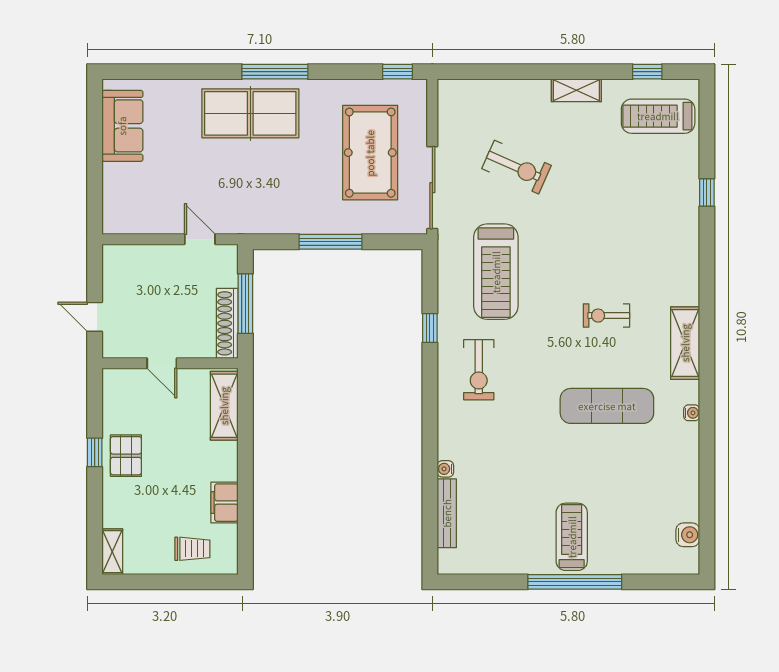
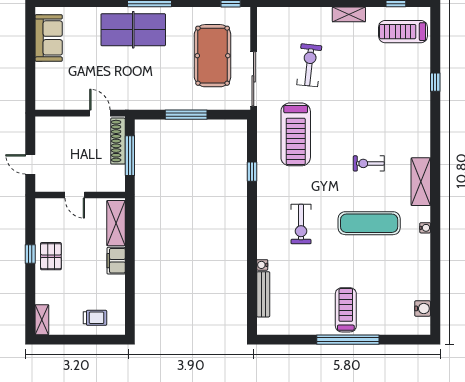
exercise bike: (517, 167) -> (309, 65), turned -108
shoe rack: (227, 323) -> (118, 141), moved
exercise bike: (479, 370) -> (301, 224), moved
filing cabinet: (224, 503) -> (116, 261), moved

